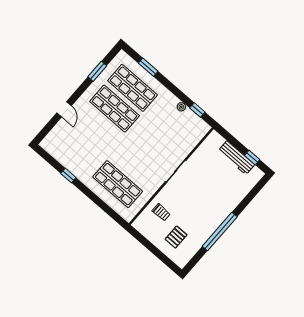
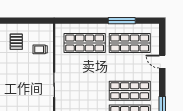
shop shelf: (78, 150) -> (130, 43), added
window: (68, 176) -> (122, 21), width x2.17

